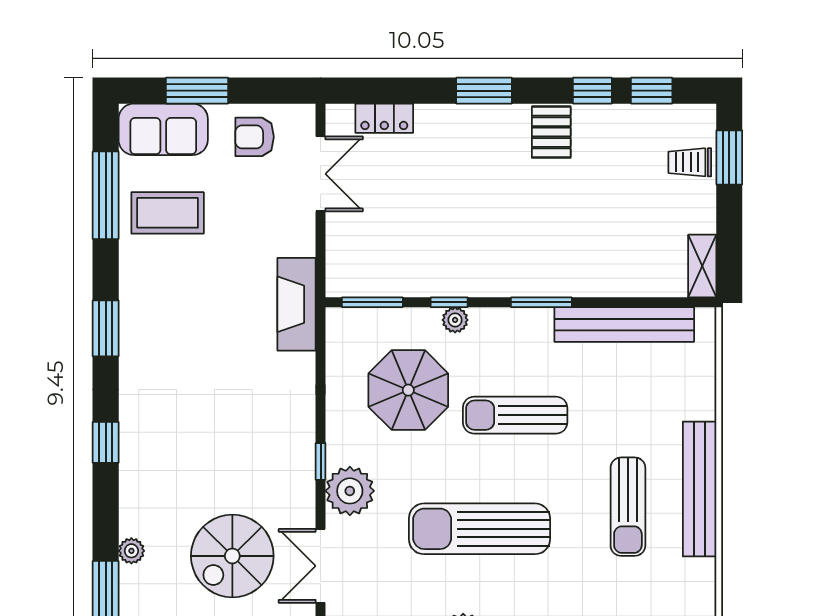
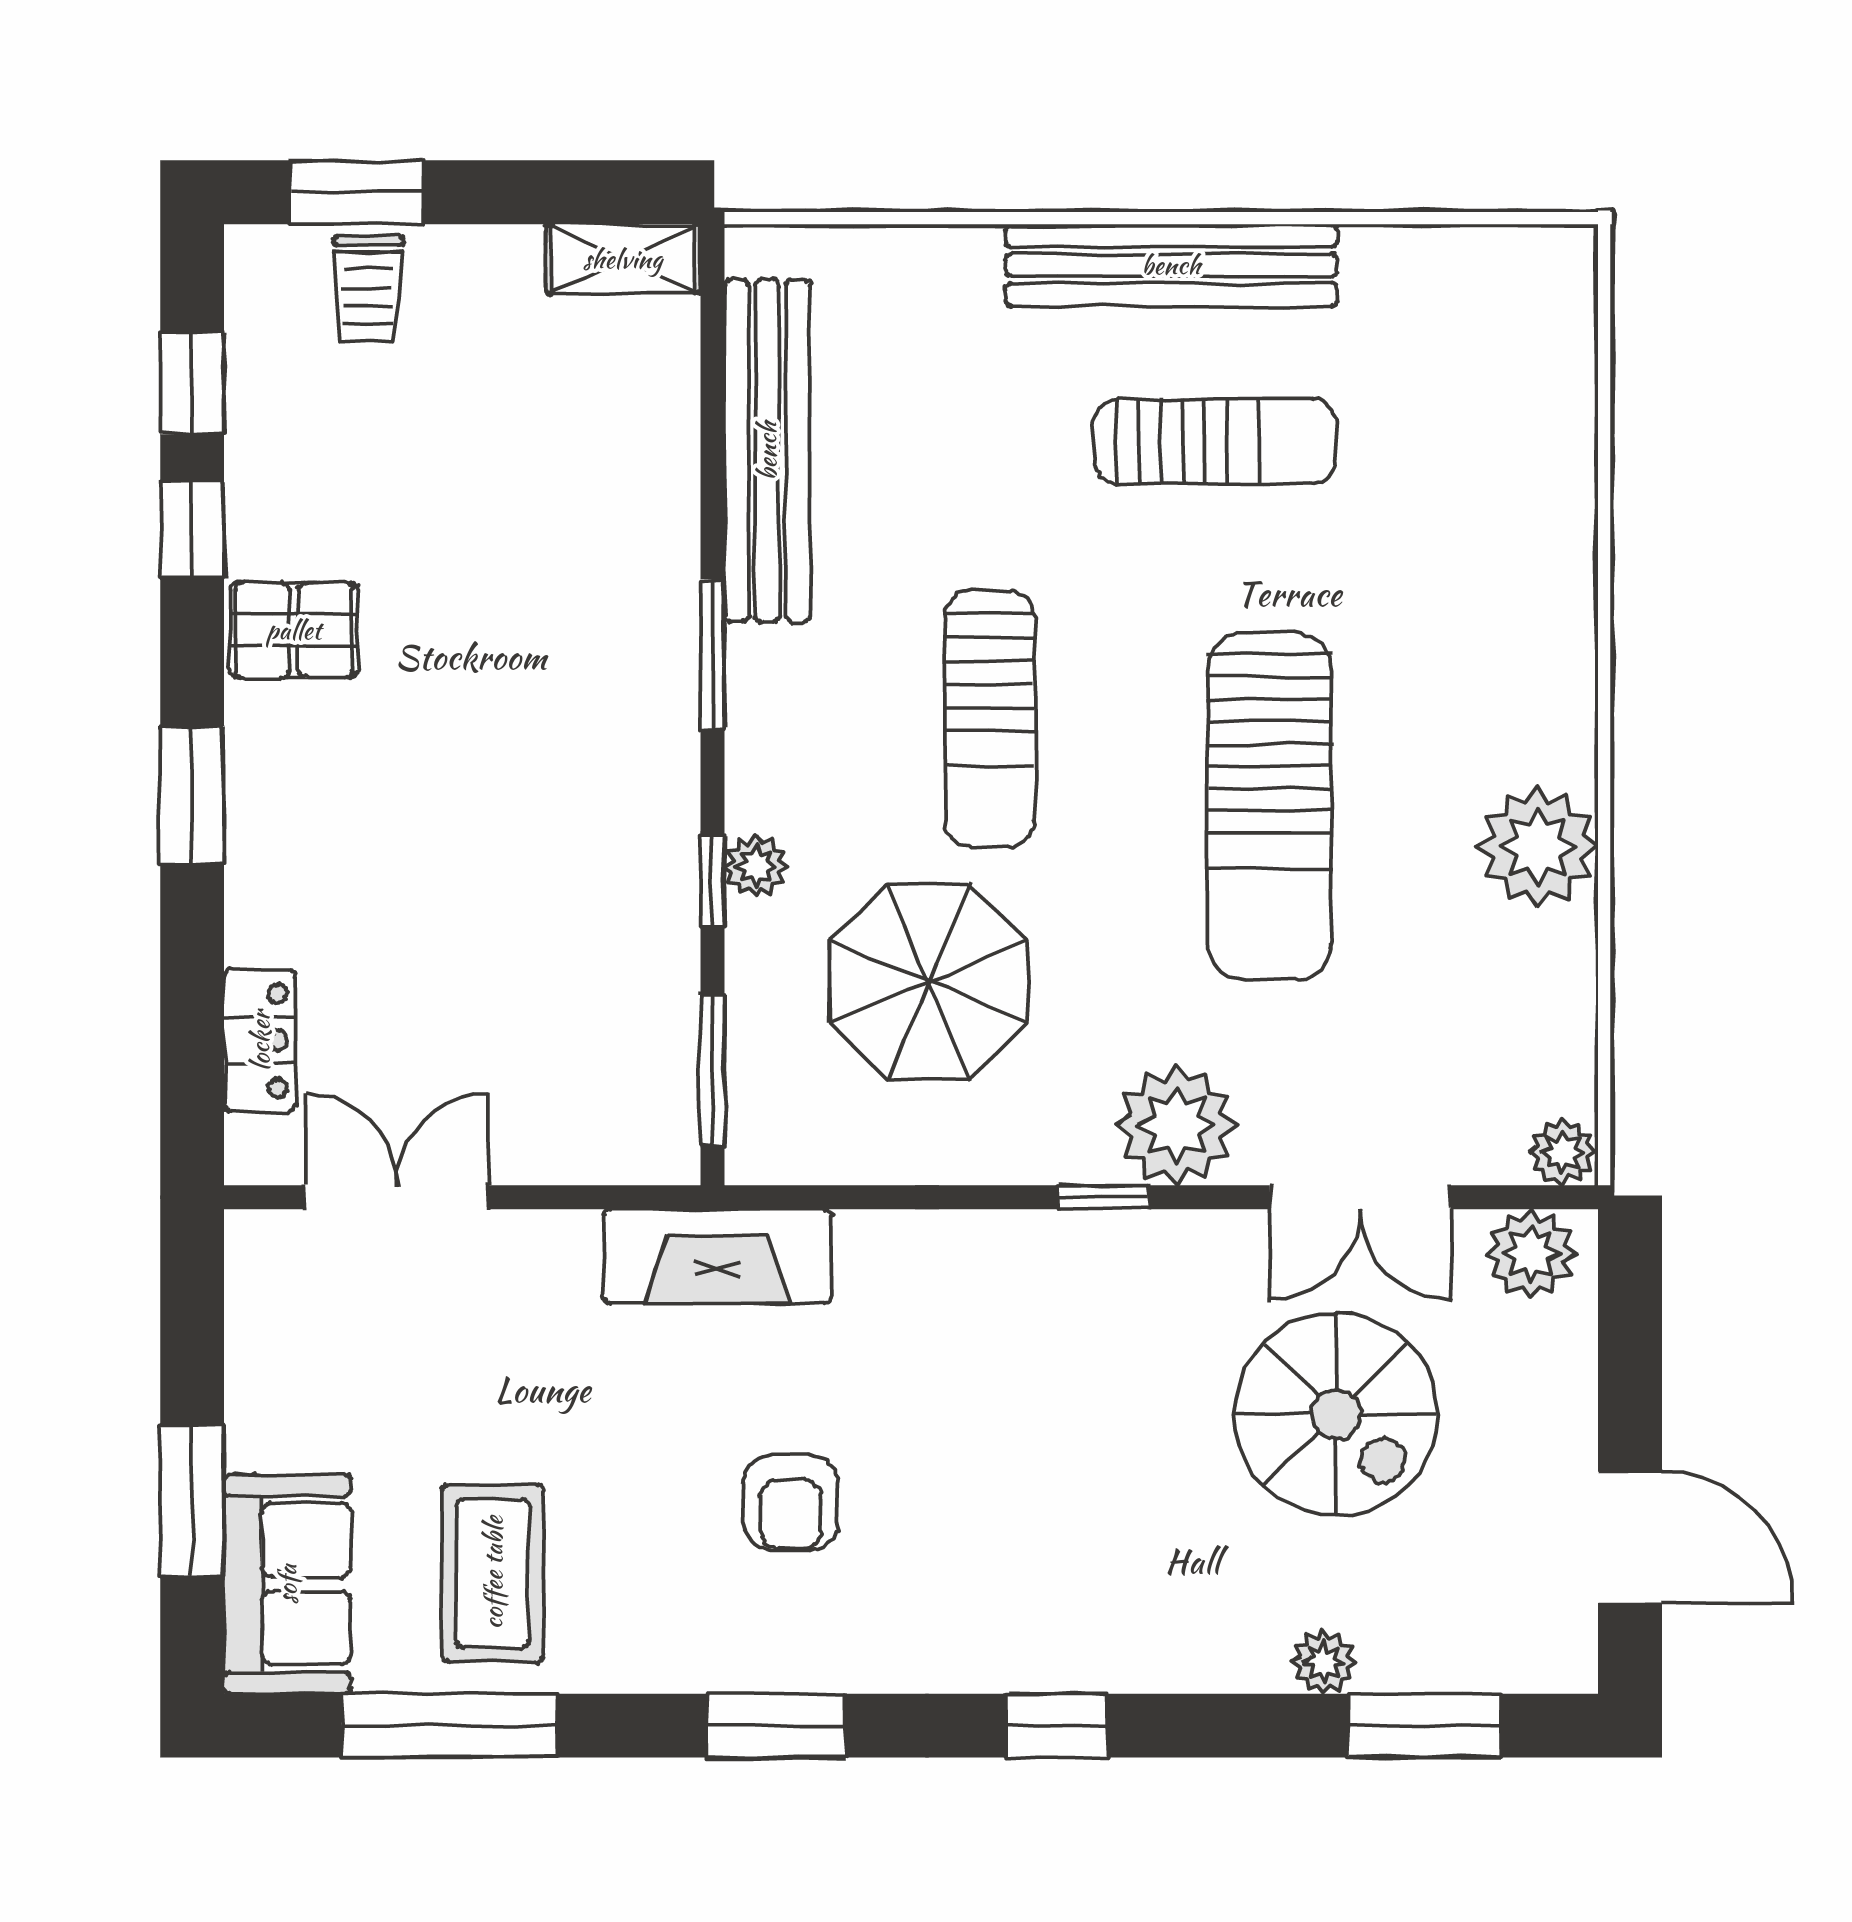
armchair: (255, 137) -> (791, 1503), moved

